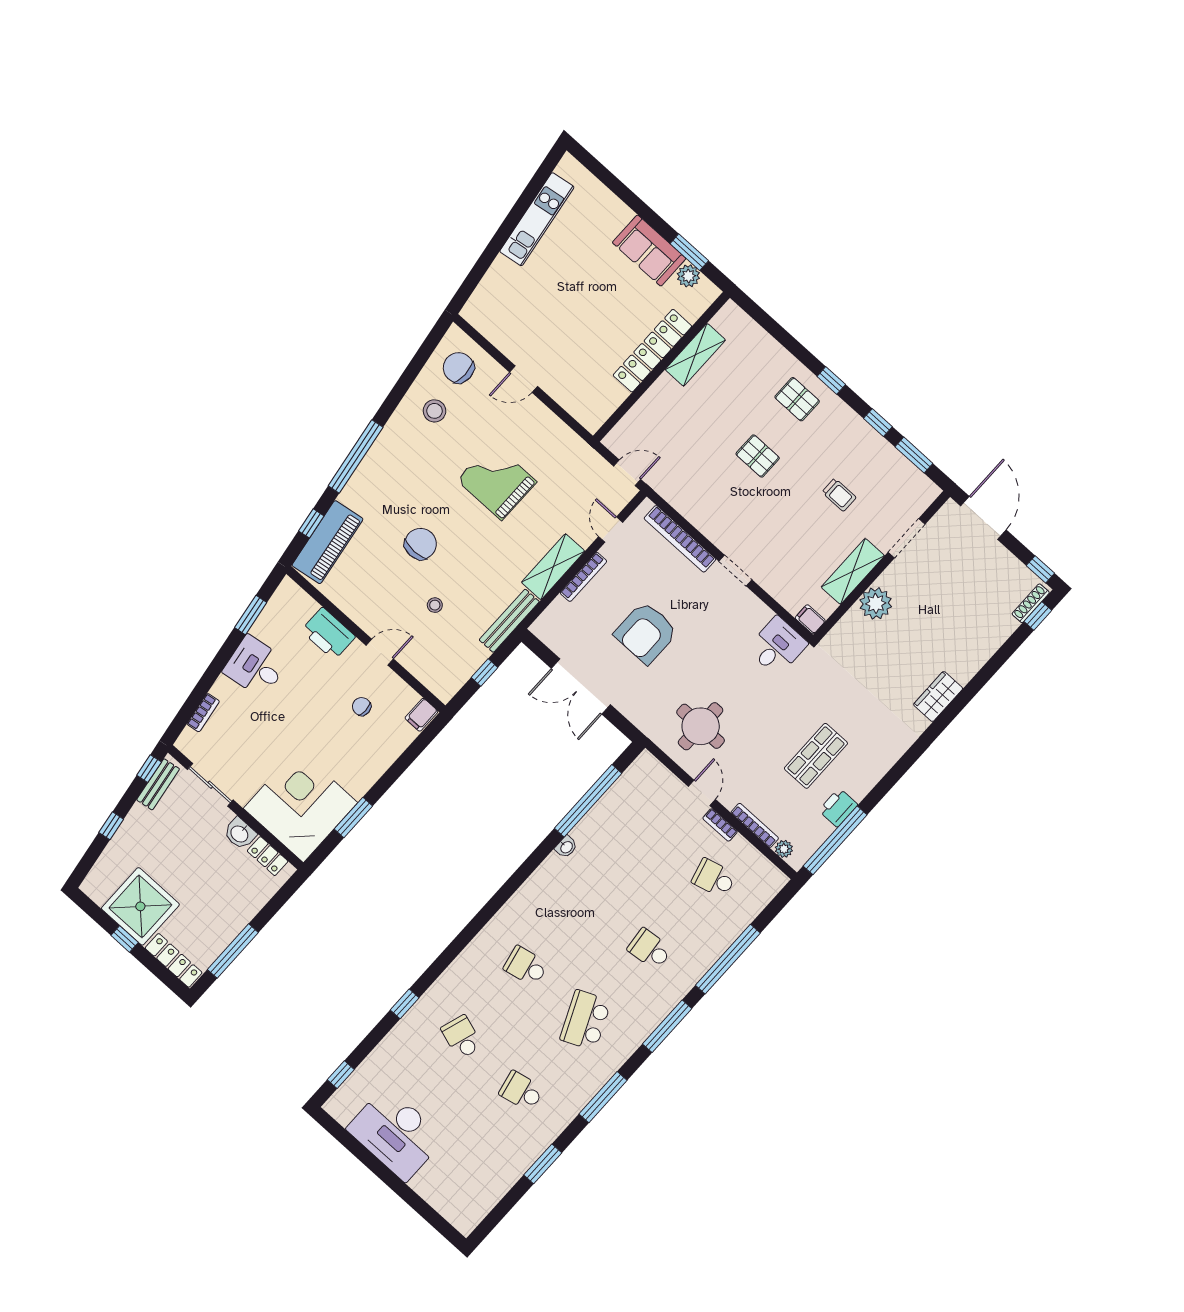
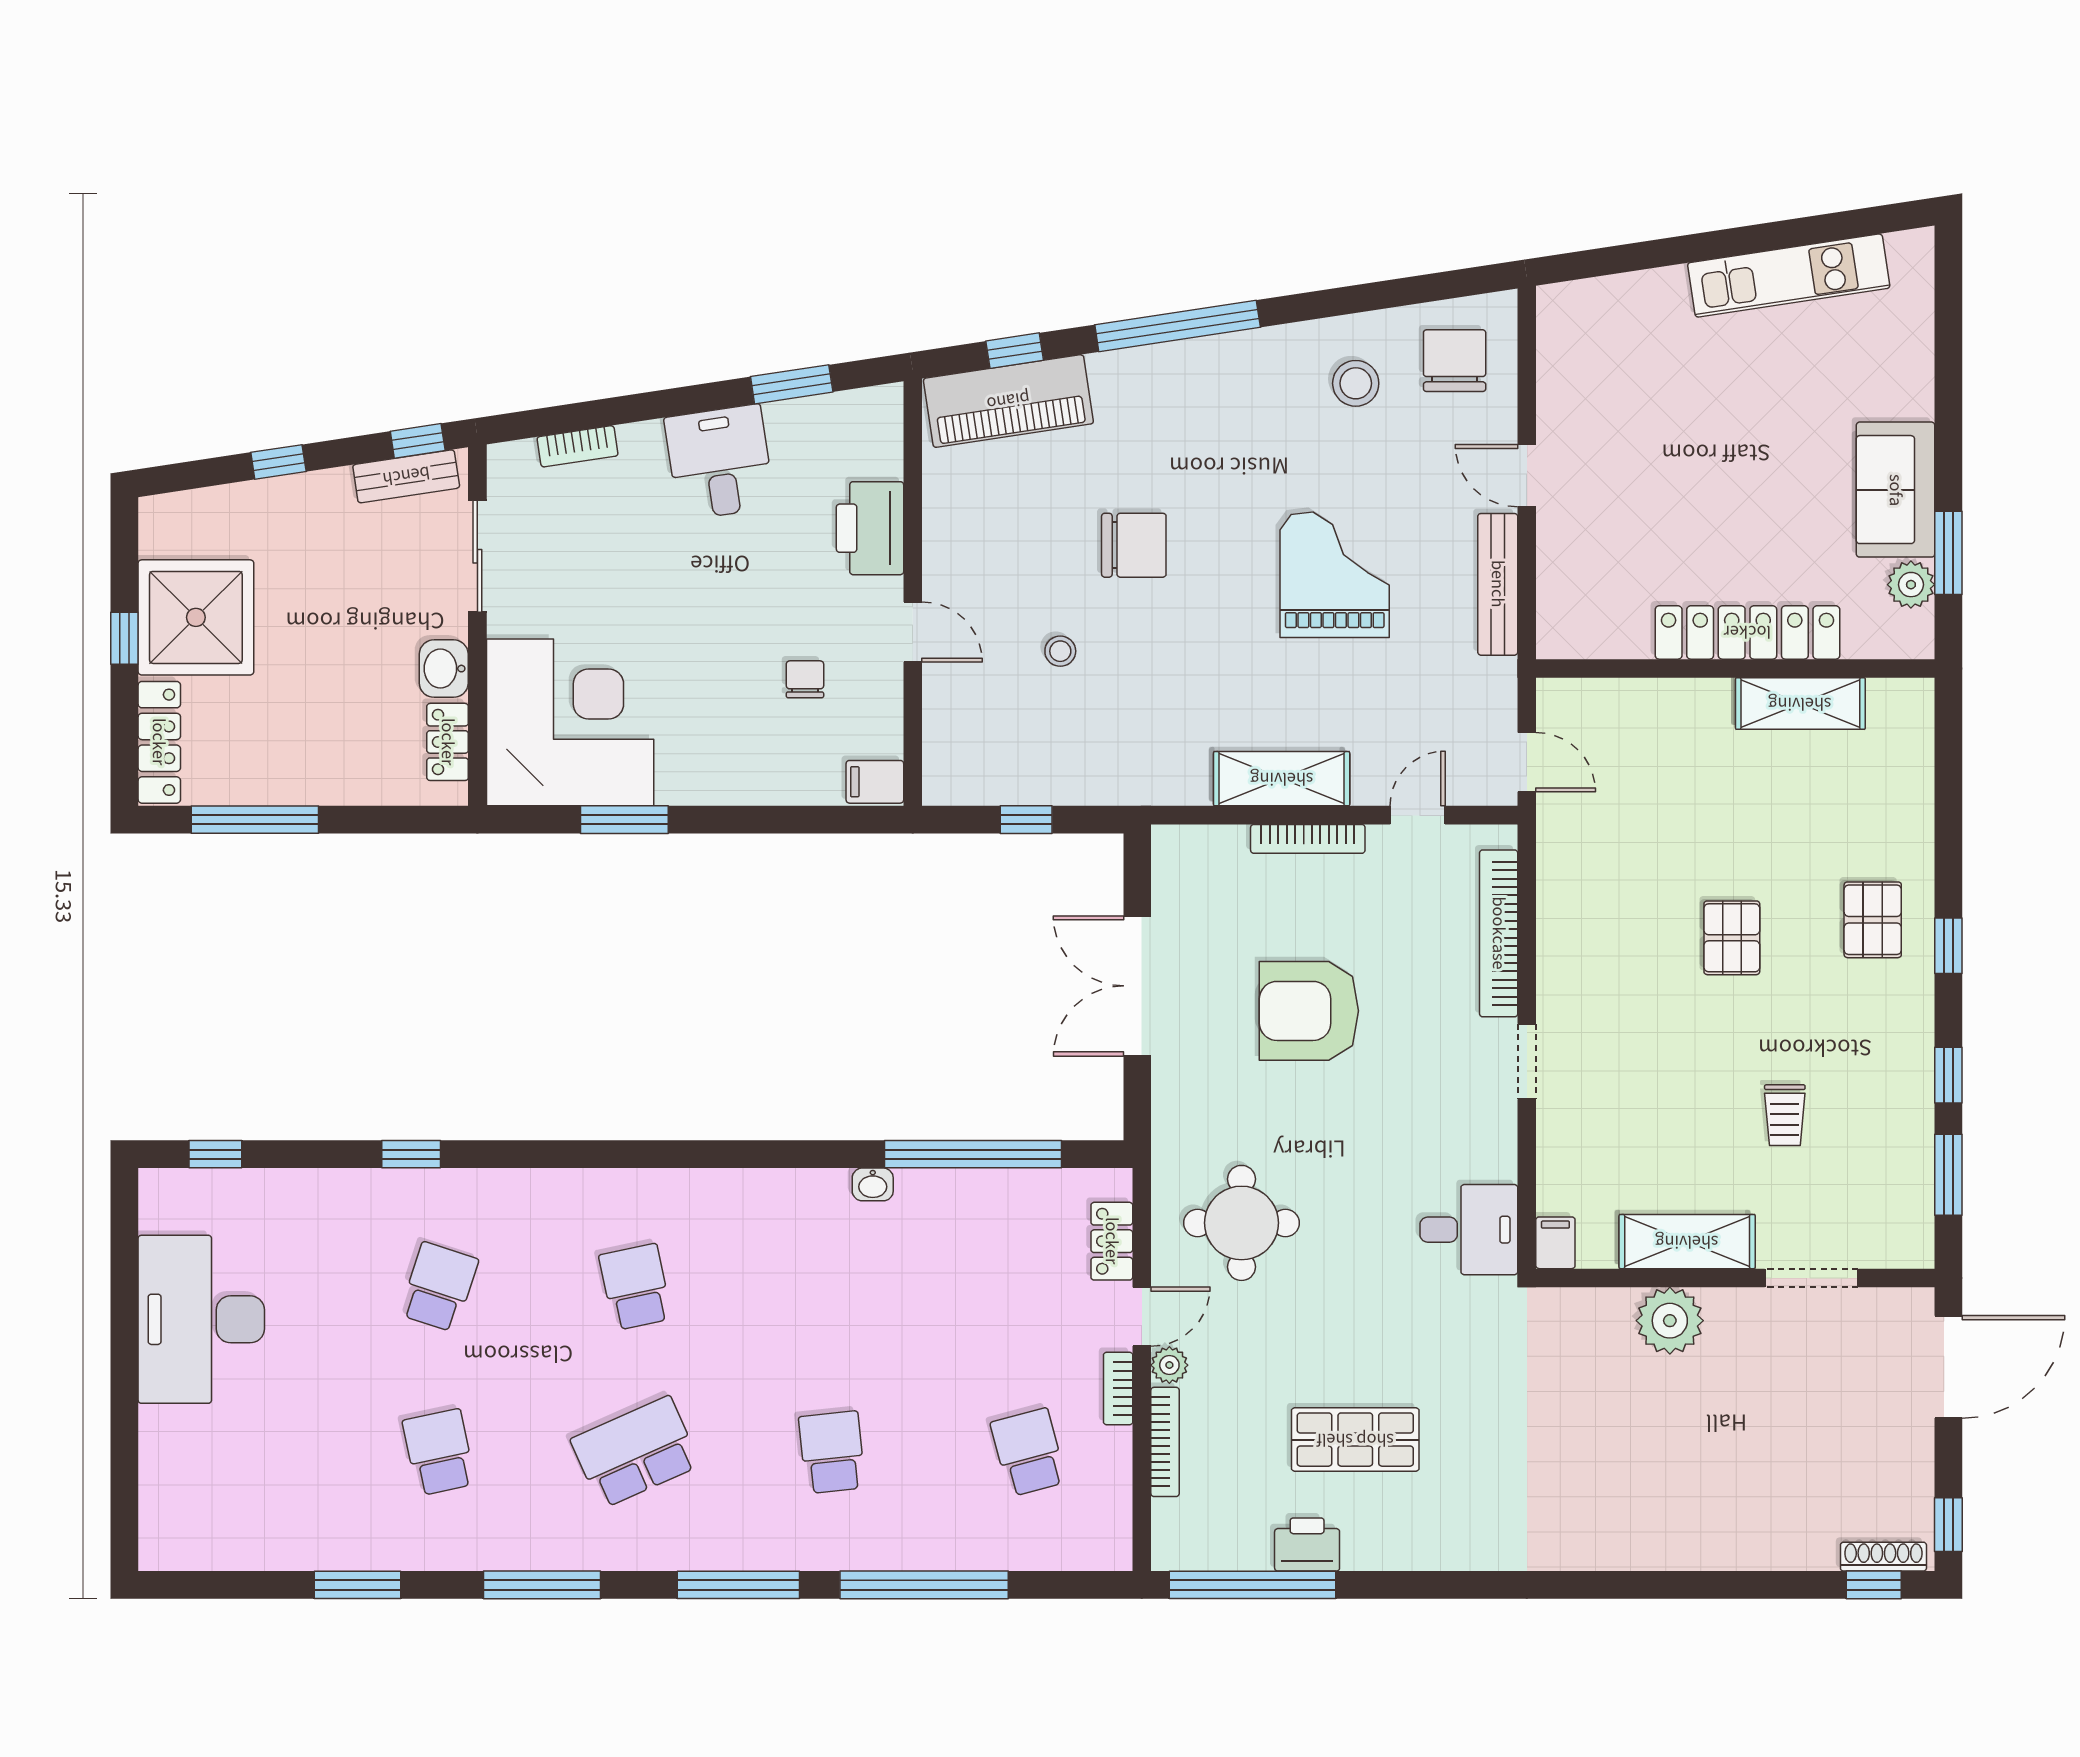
bench: (509, 621) -> (1498, 584), moved, turned 90
wardrobe: (938, 697) -> (1614, 1544), removed
locker: (665, 779) -> (1112, 1241), added
plant: (784, 849) -> (1169, 1365), moved

